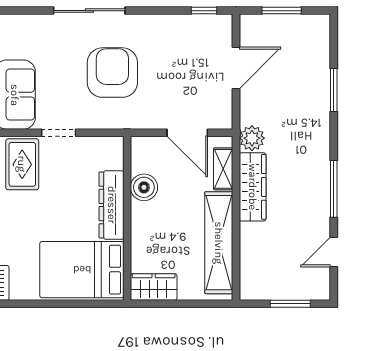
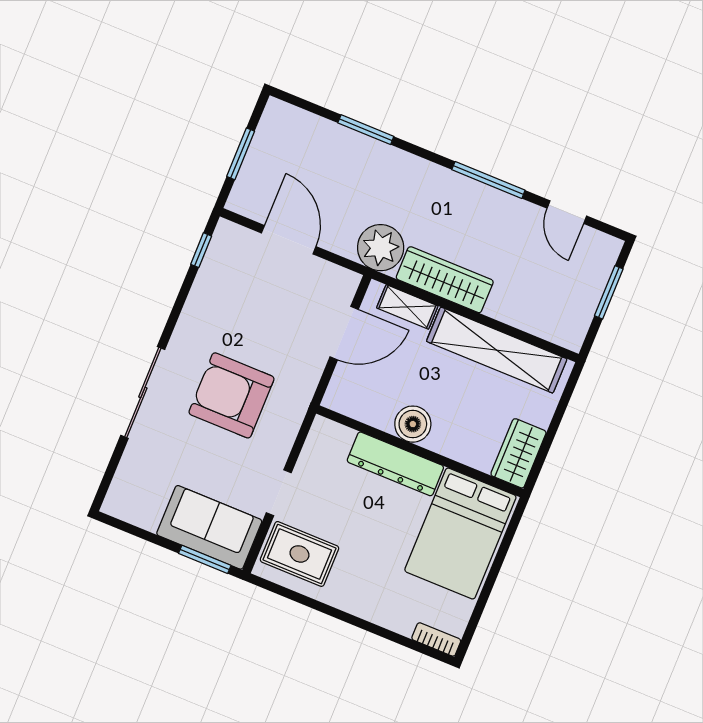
plant: (252, 138) -> (381, 248), width x1.36, depth x1.36
boiler: (144, 187) -> (413, 424), moved

